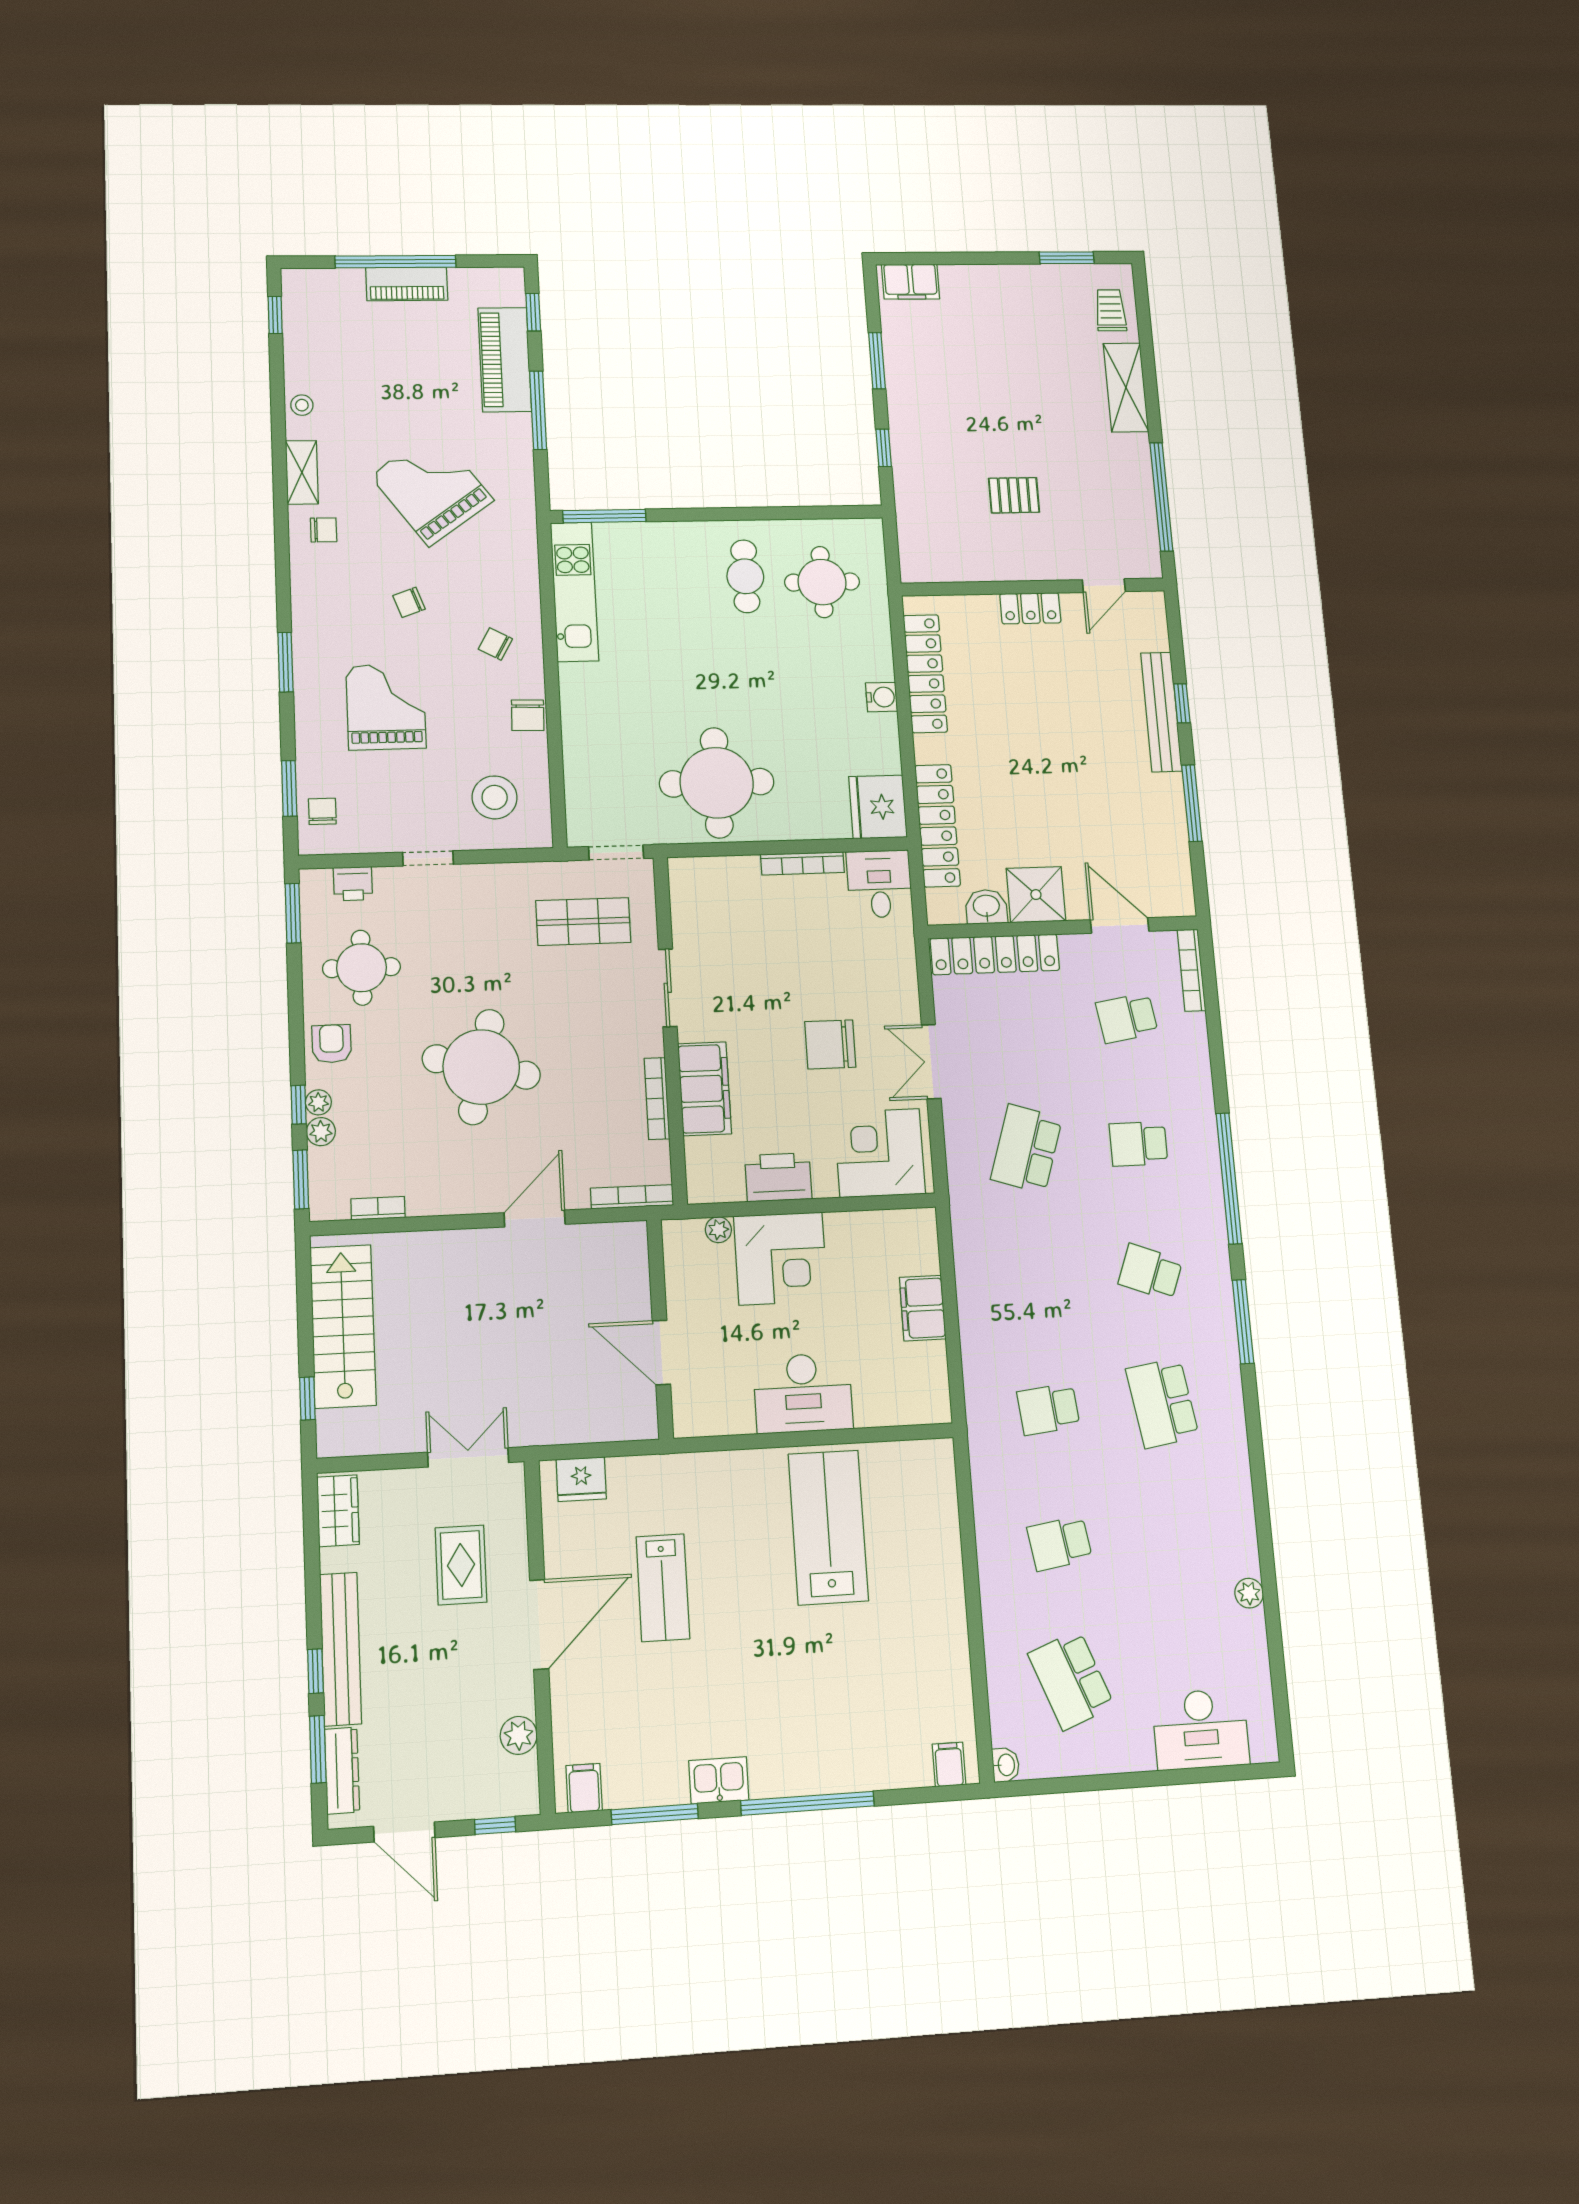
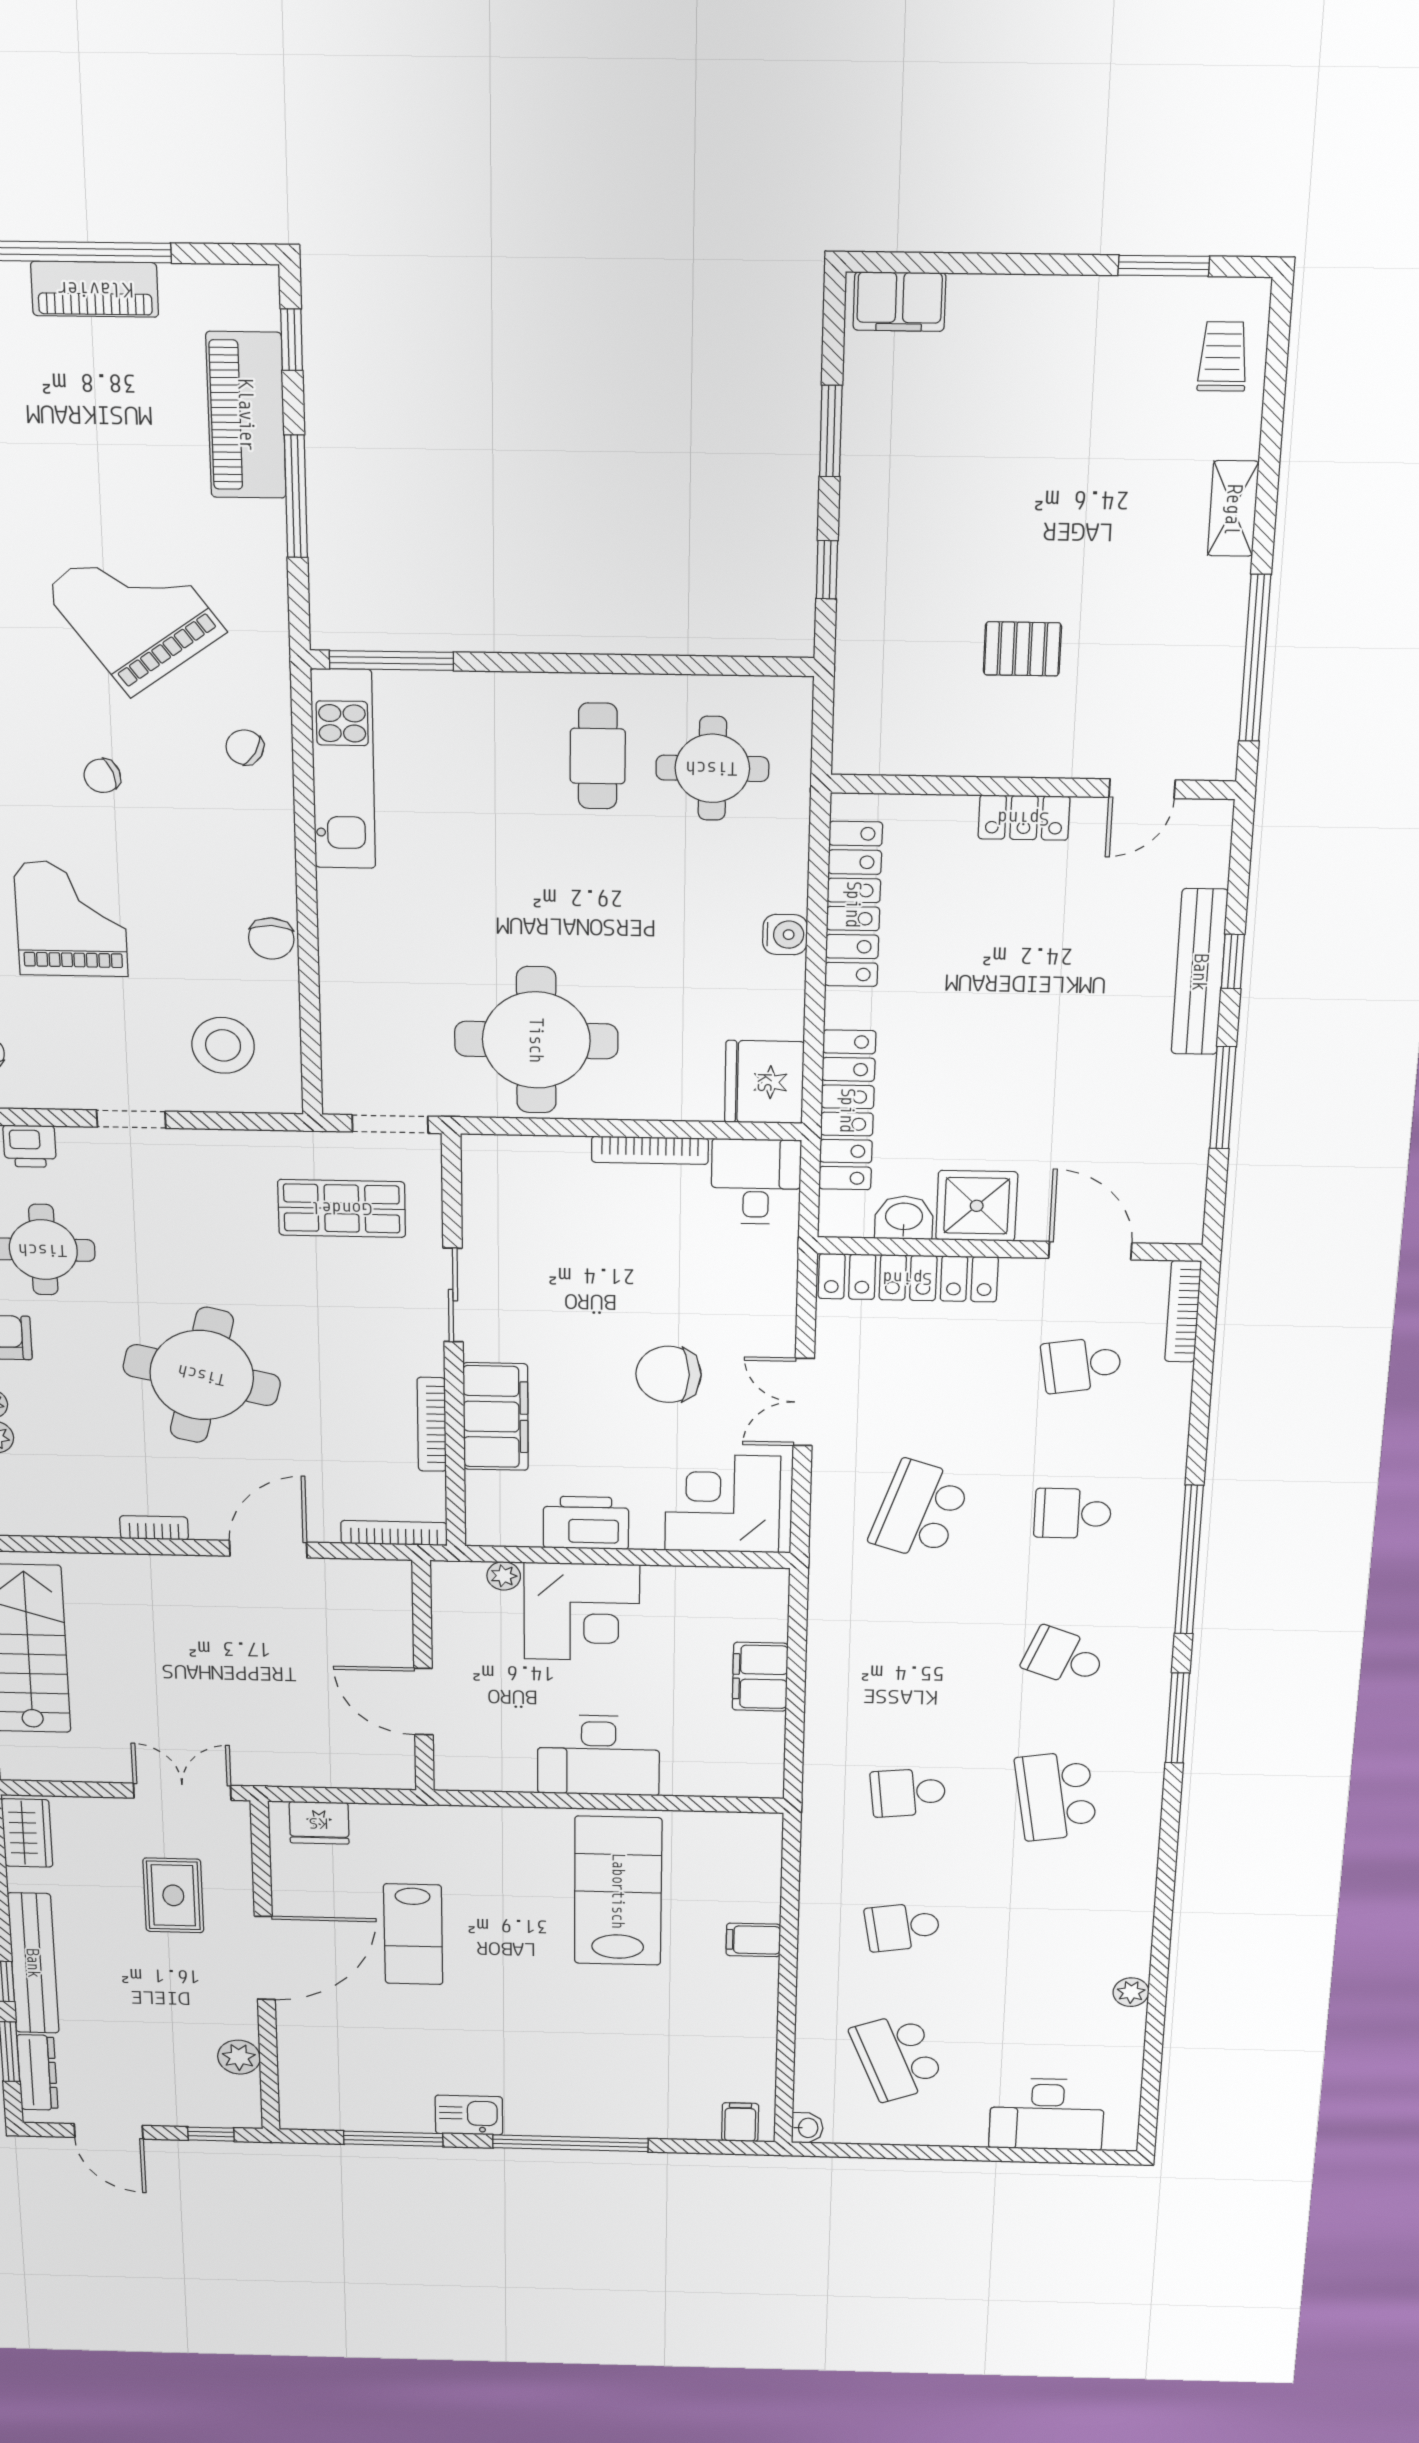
shelving: (1126, 387) -> (1233, 509), width x0.67, depth x0.75
chair: (495, 644) -> (245, 747), moved
bookcase: (378, 1208) -> (154, 1528), moved
filing cabinet: (584, 1788) -> (753, 1940), moved, turned -90

